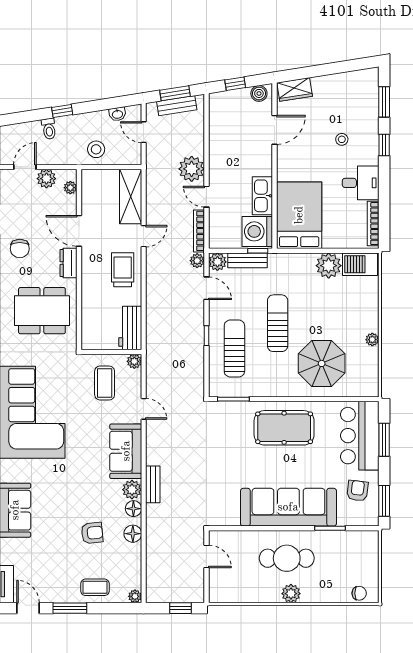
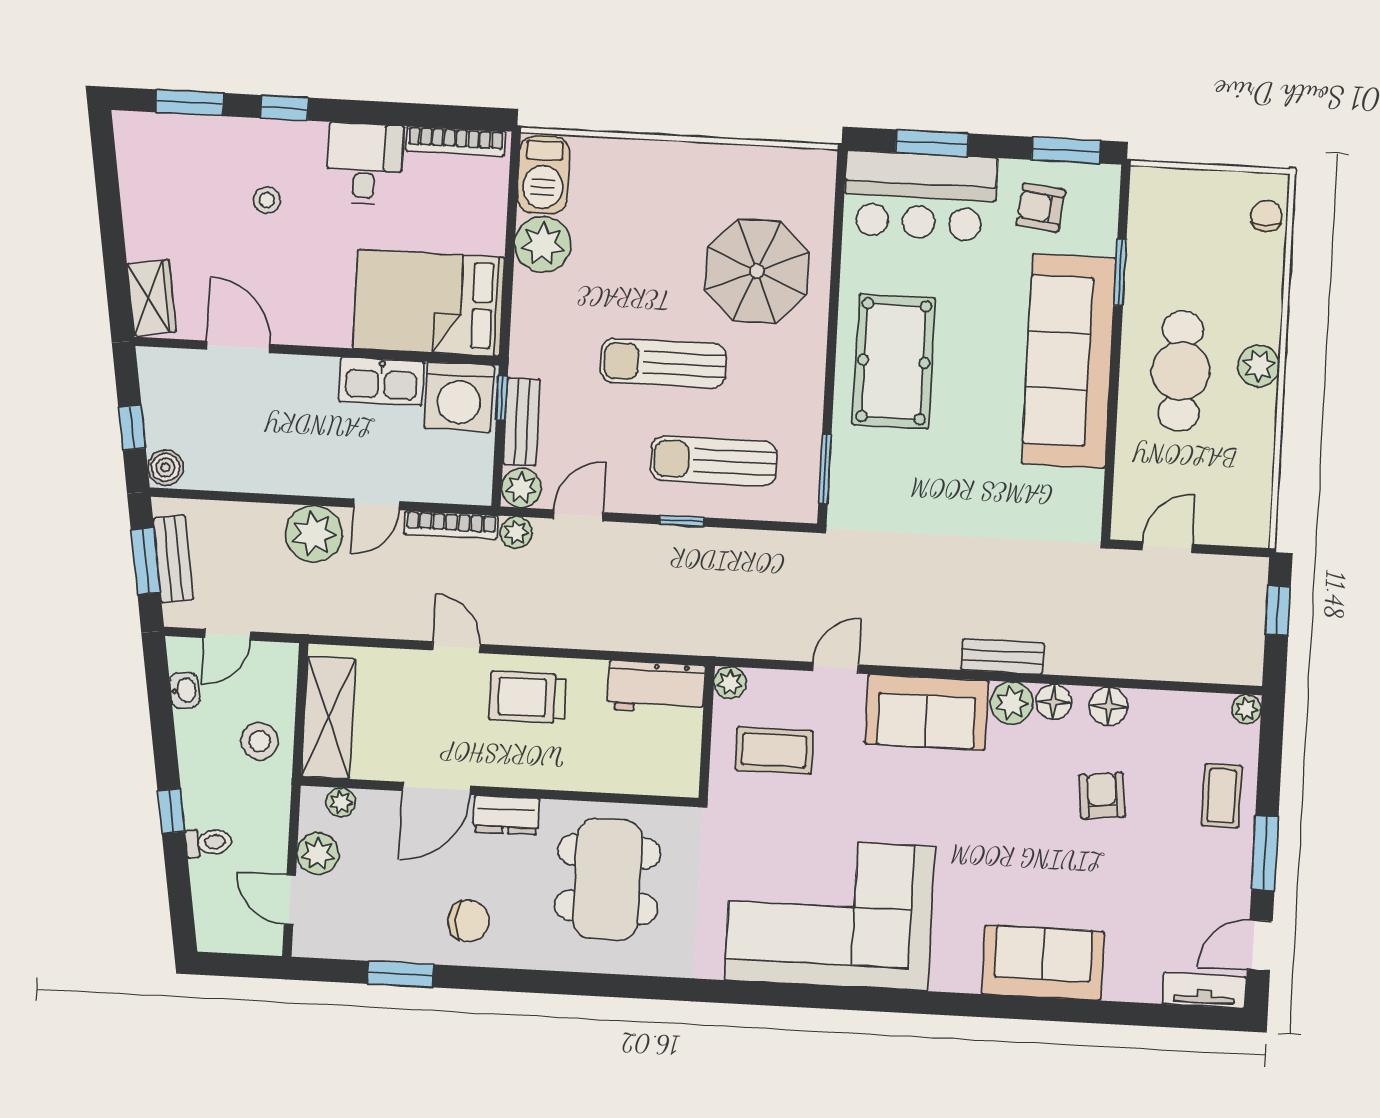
boiler: (259, 93) -> (165, 467), moved
shelving: (131, 196) -> (329, 718), moved, turned 90
plant: (372, 340) -> (710, 157), removed

